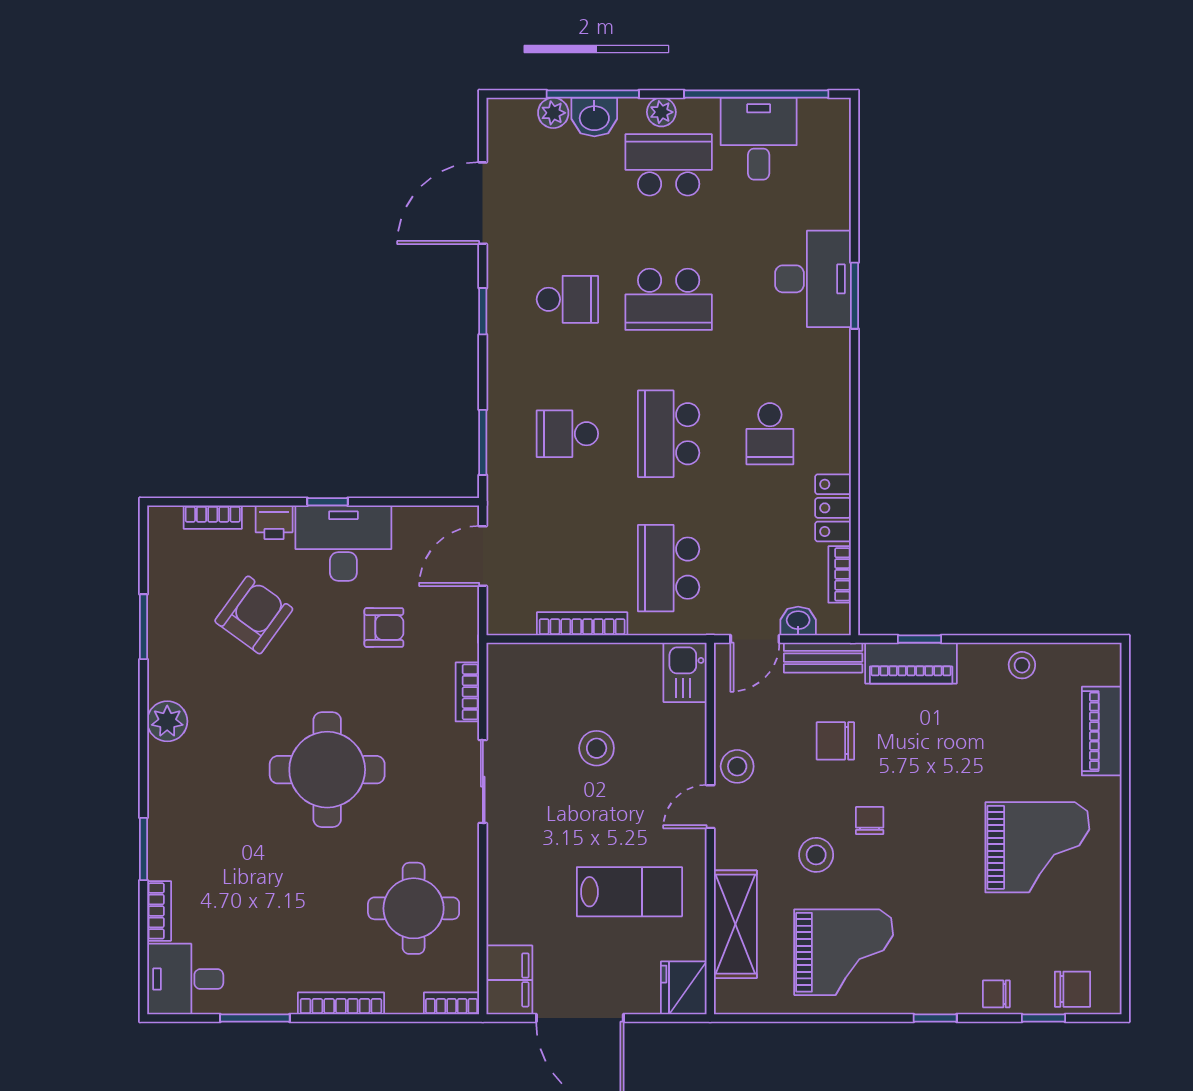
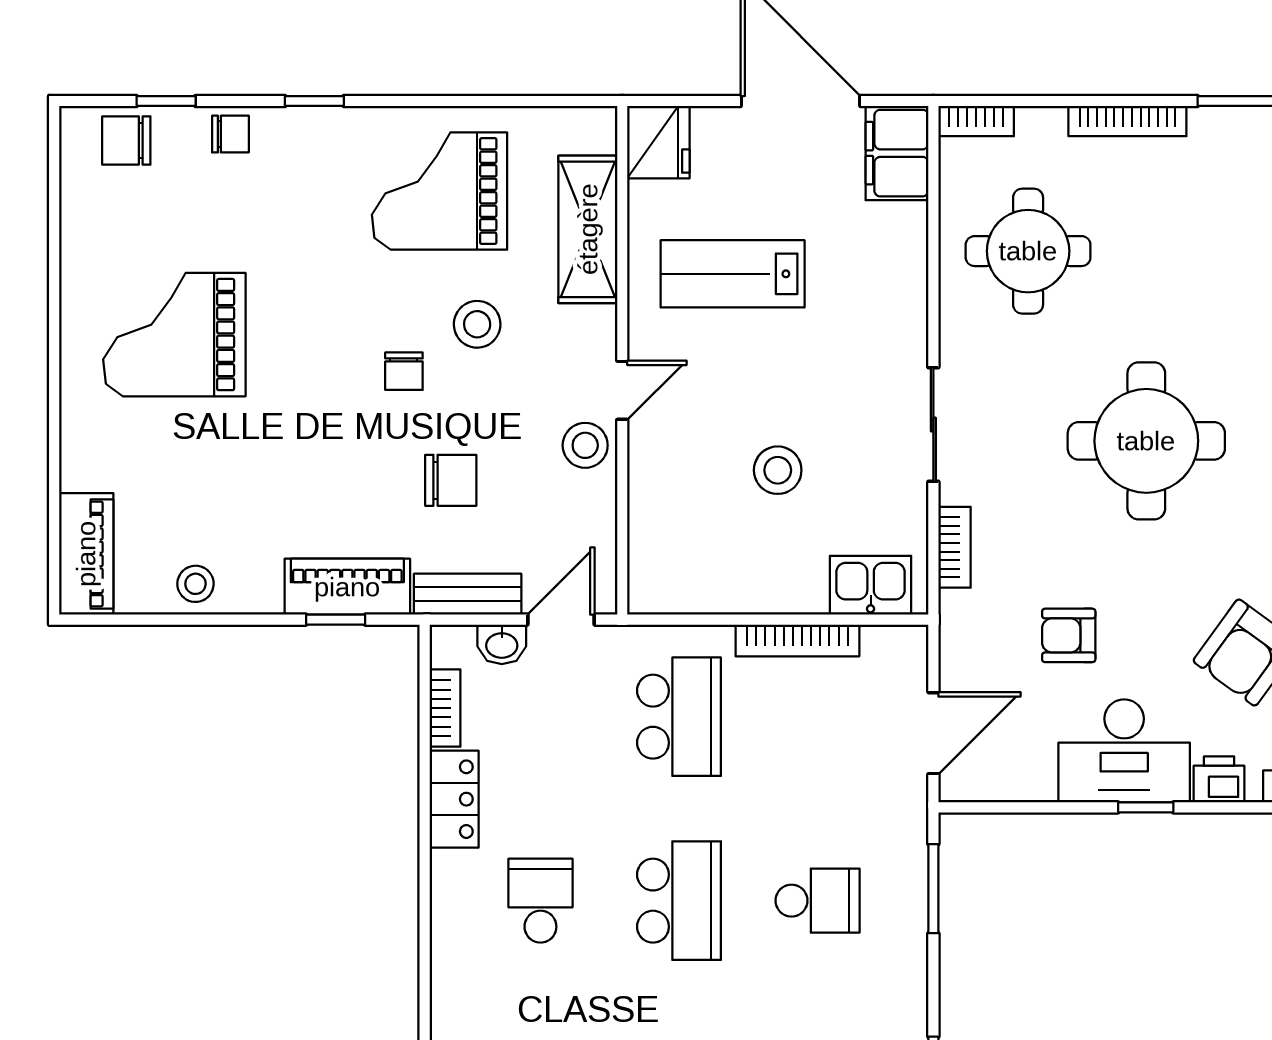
kitchen sink: (685, 672) -> (871, 585), moved, turned -90
piano: (1102, 731) -> (86, 554), moved

